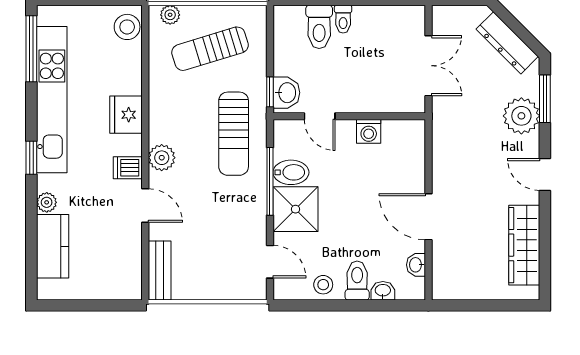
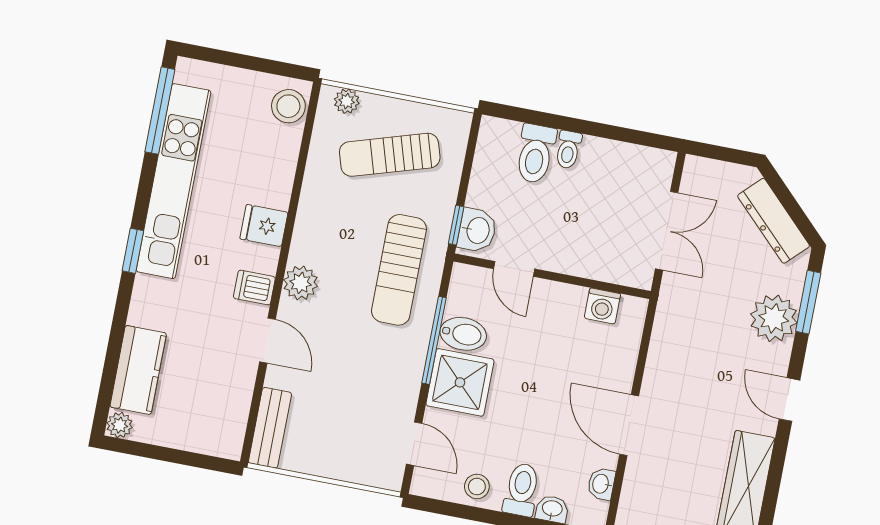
fridge: (126, 115) -> (264, 226), width x0.72
washing machine: (369, 131) -> (602, 306), moved
plant: (47, 202) -> (120, 425), moved

